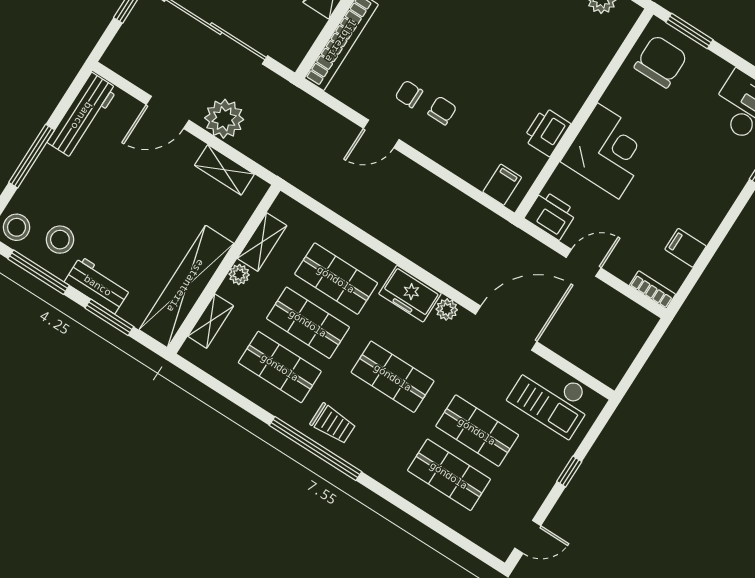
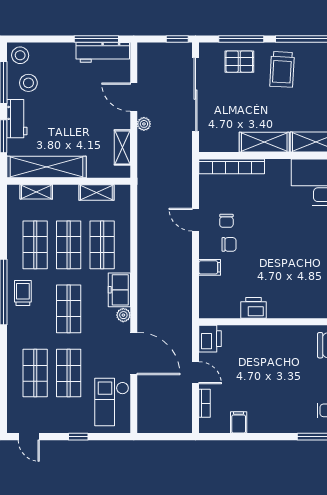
chair: (409, 94) -> (226, 221), turned 180
plant: (224, 119) -> (144, 124), width x0.53, depth x0.53
corner desk: (608, 151) -> (264, 348), removed
window: (32, 156) -> (96, 39), moved
filing cabinet: (502, 185) -> (210, 267), moved
plant: (239, 274) -> (71, 191), removed
bookcase: (652, 290) -> (205, 403), moved
trolley: (333, 424) -> (23, 293), turned 180

